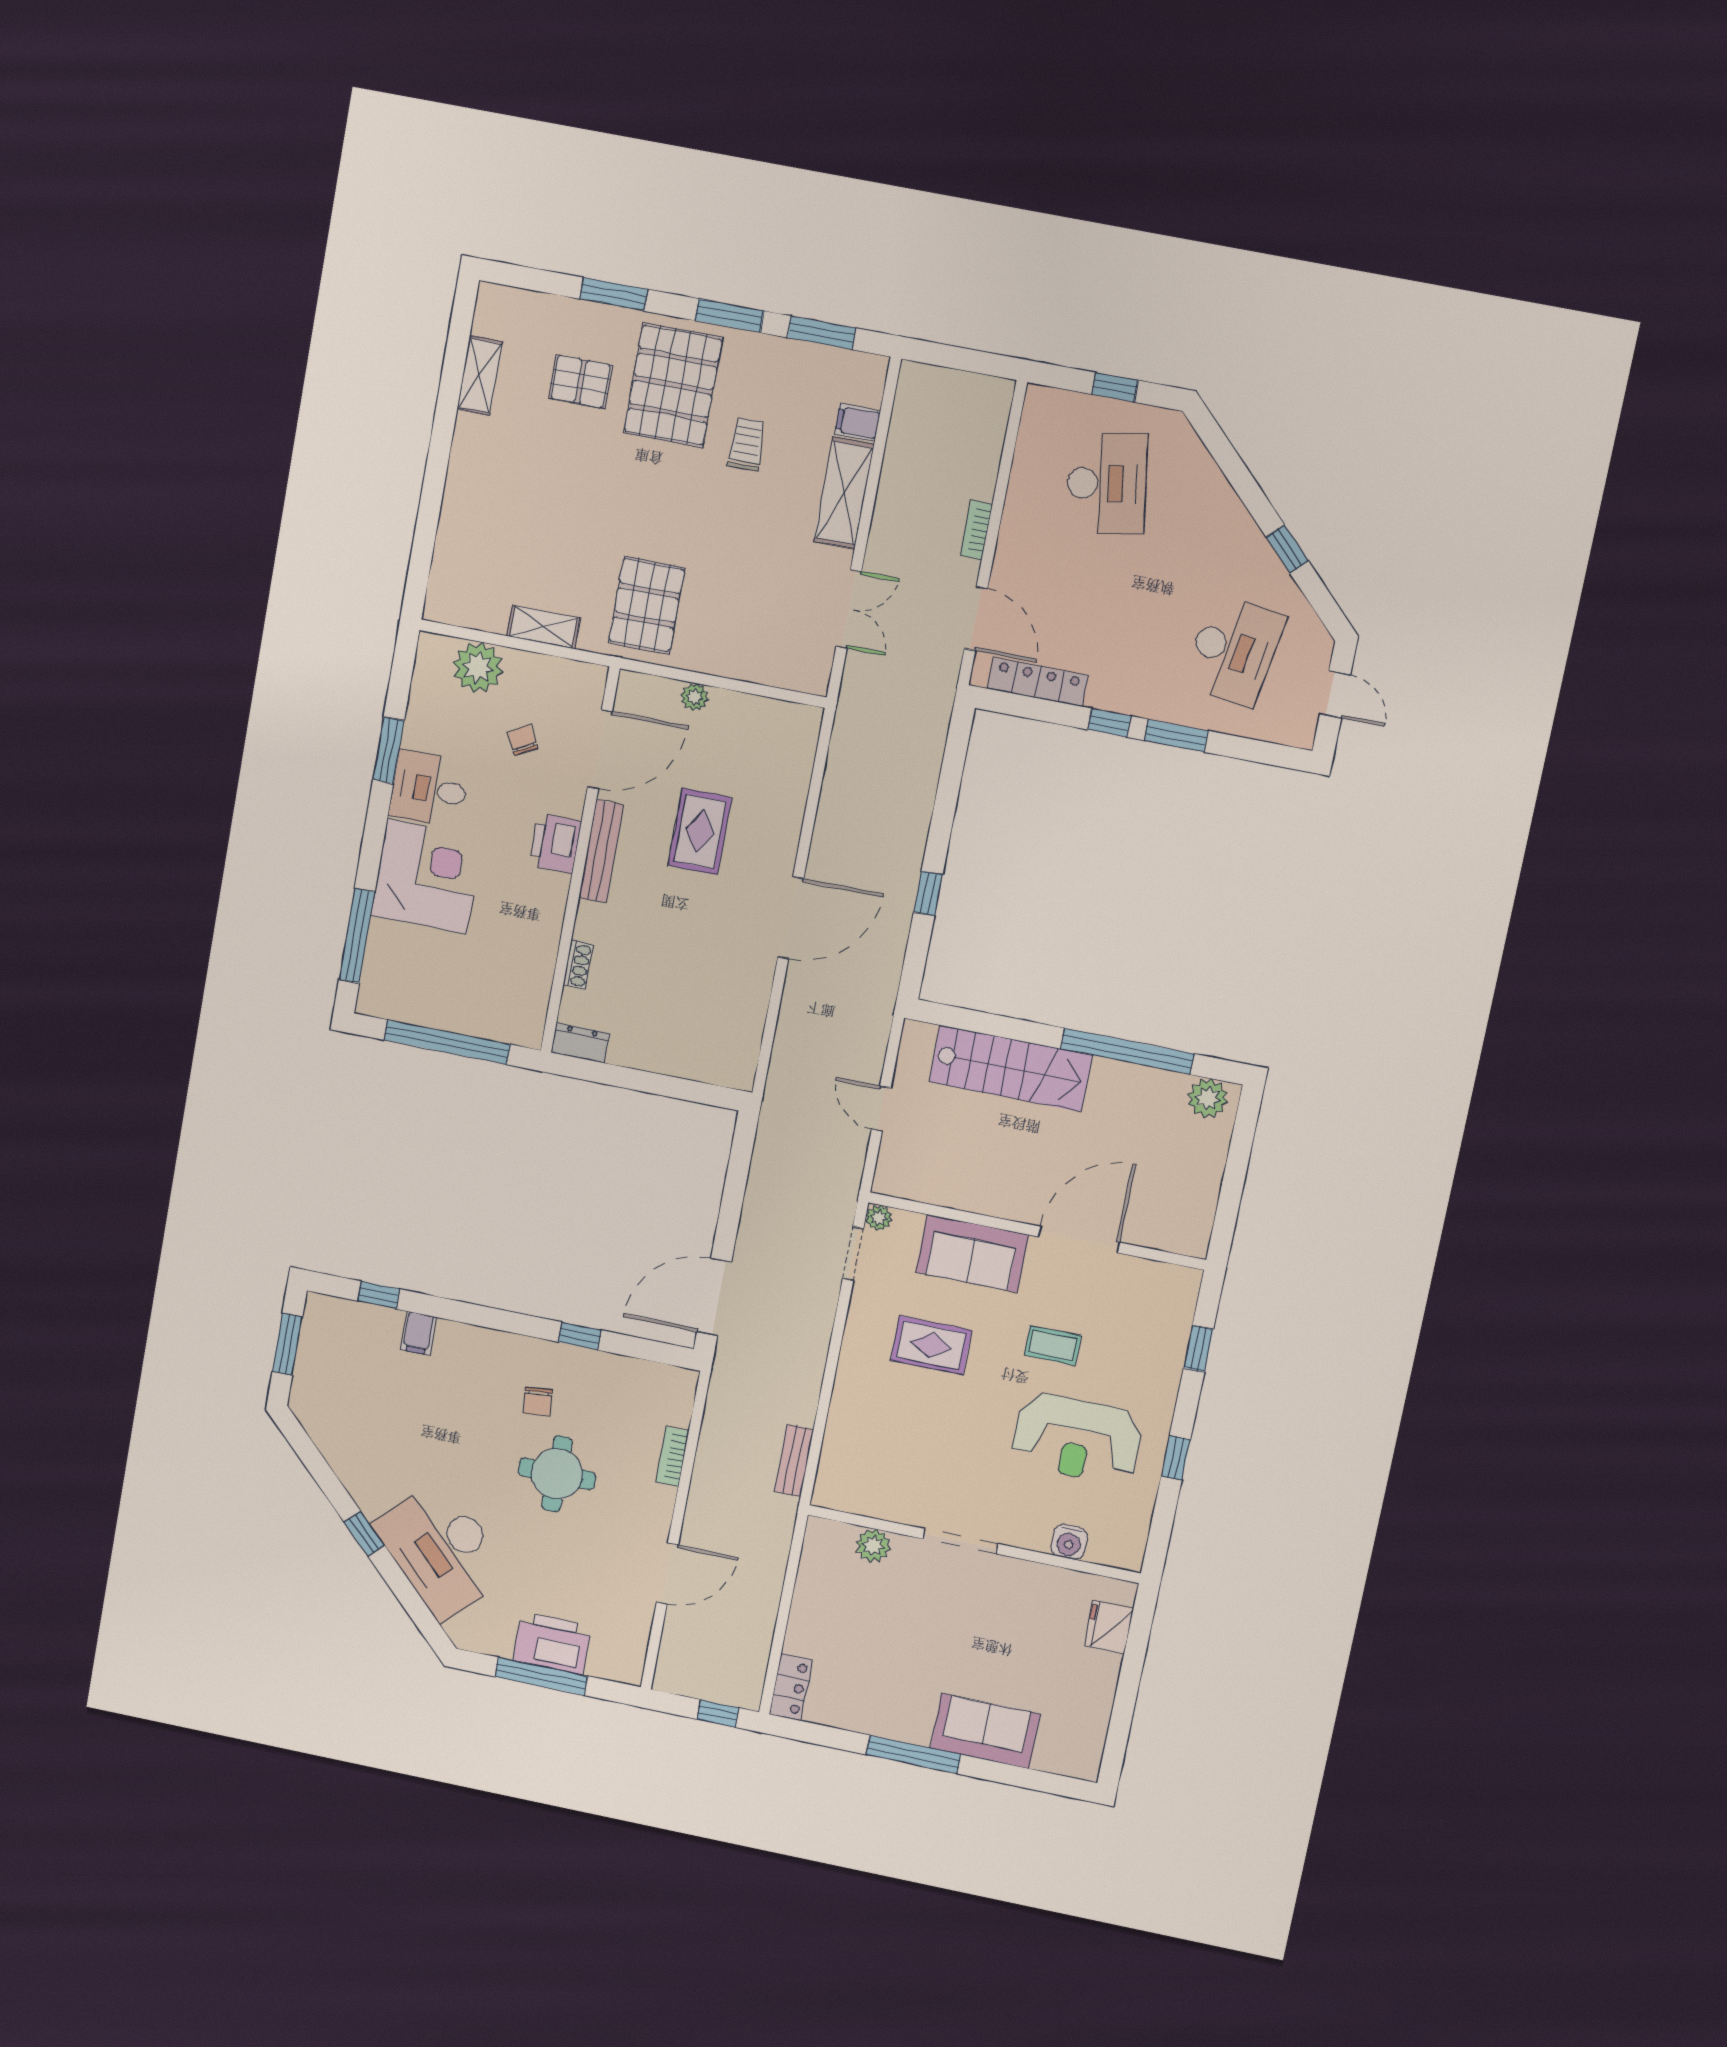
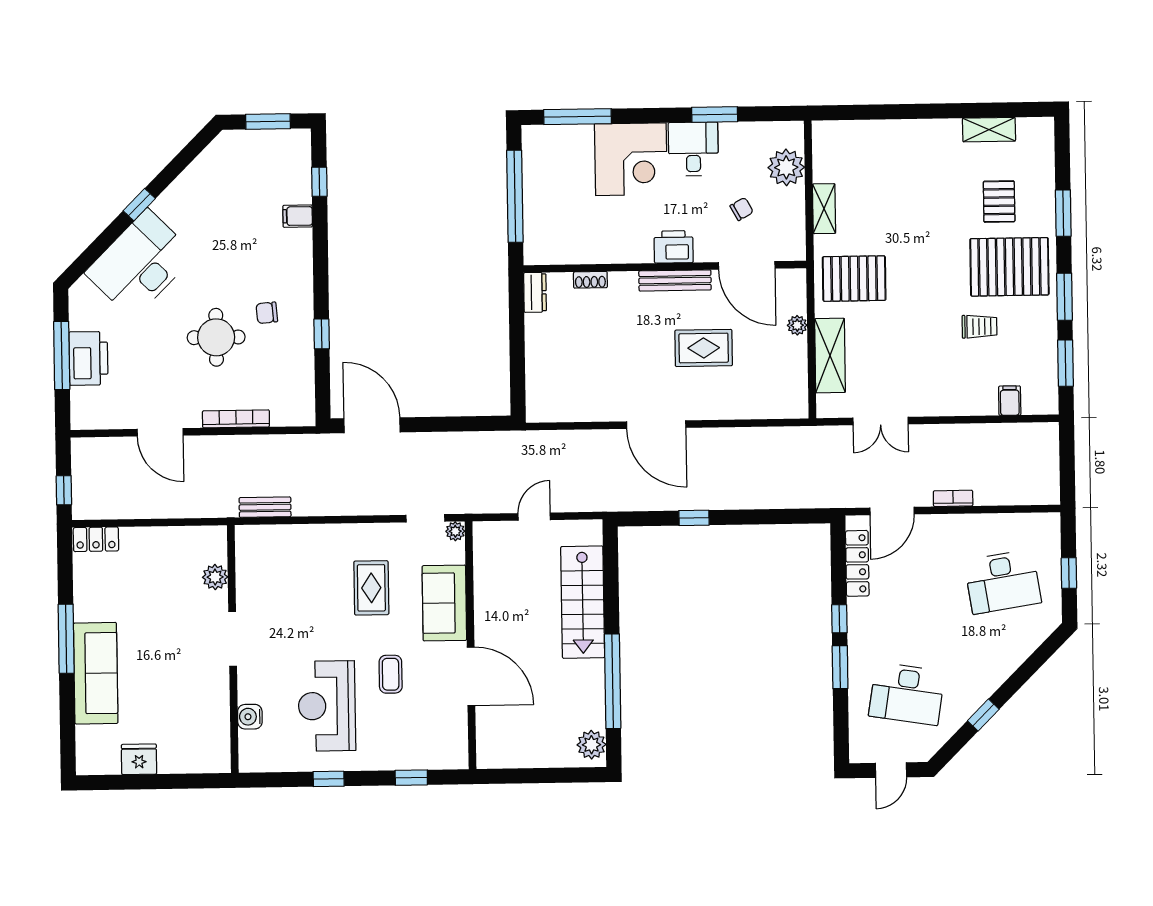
shelving: (844, 493) -> (830, 356), moved, turned 90
bookcase: (672, 1457) -> (236, 419), width x1.56
fridge: (1109, 1627) -> (139, 759), moved
sofa: (985, 1731) -> (96, 673), width x1.36

